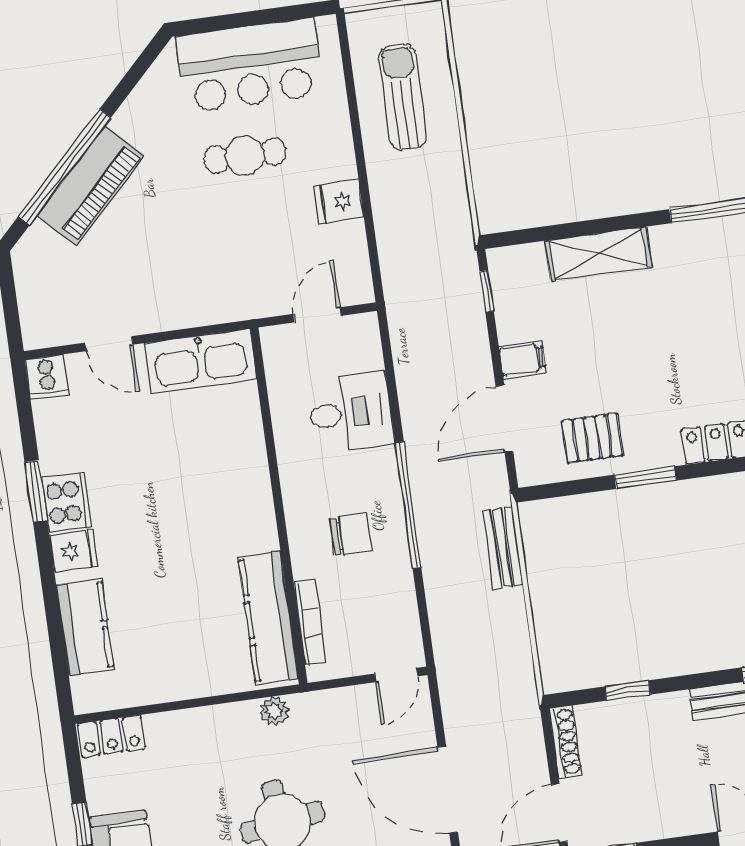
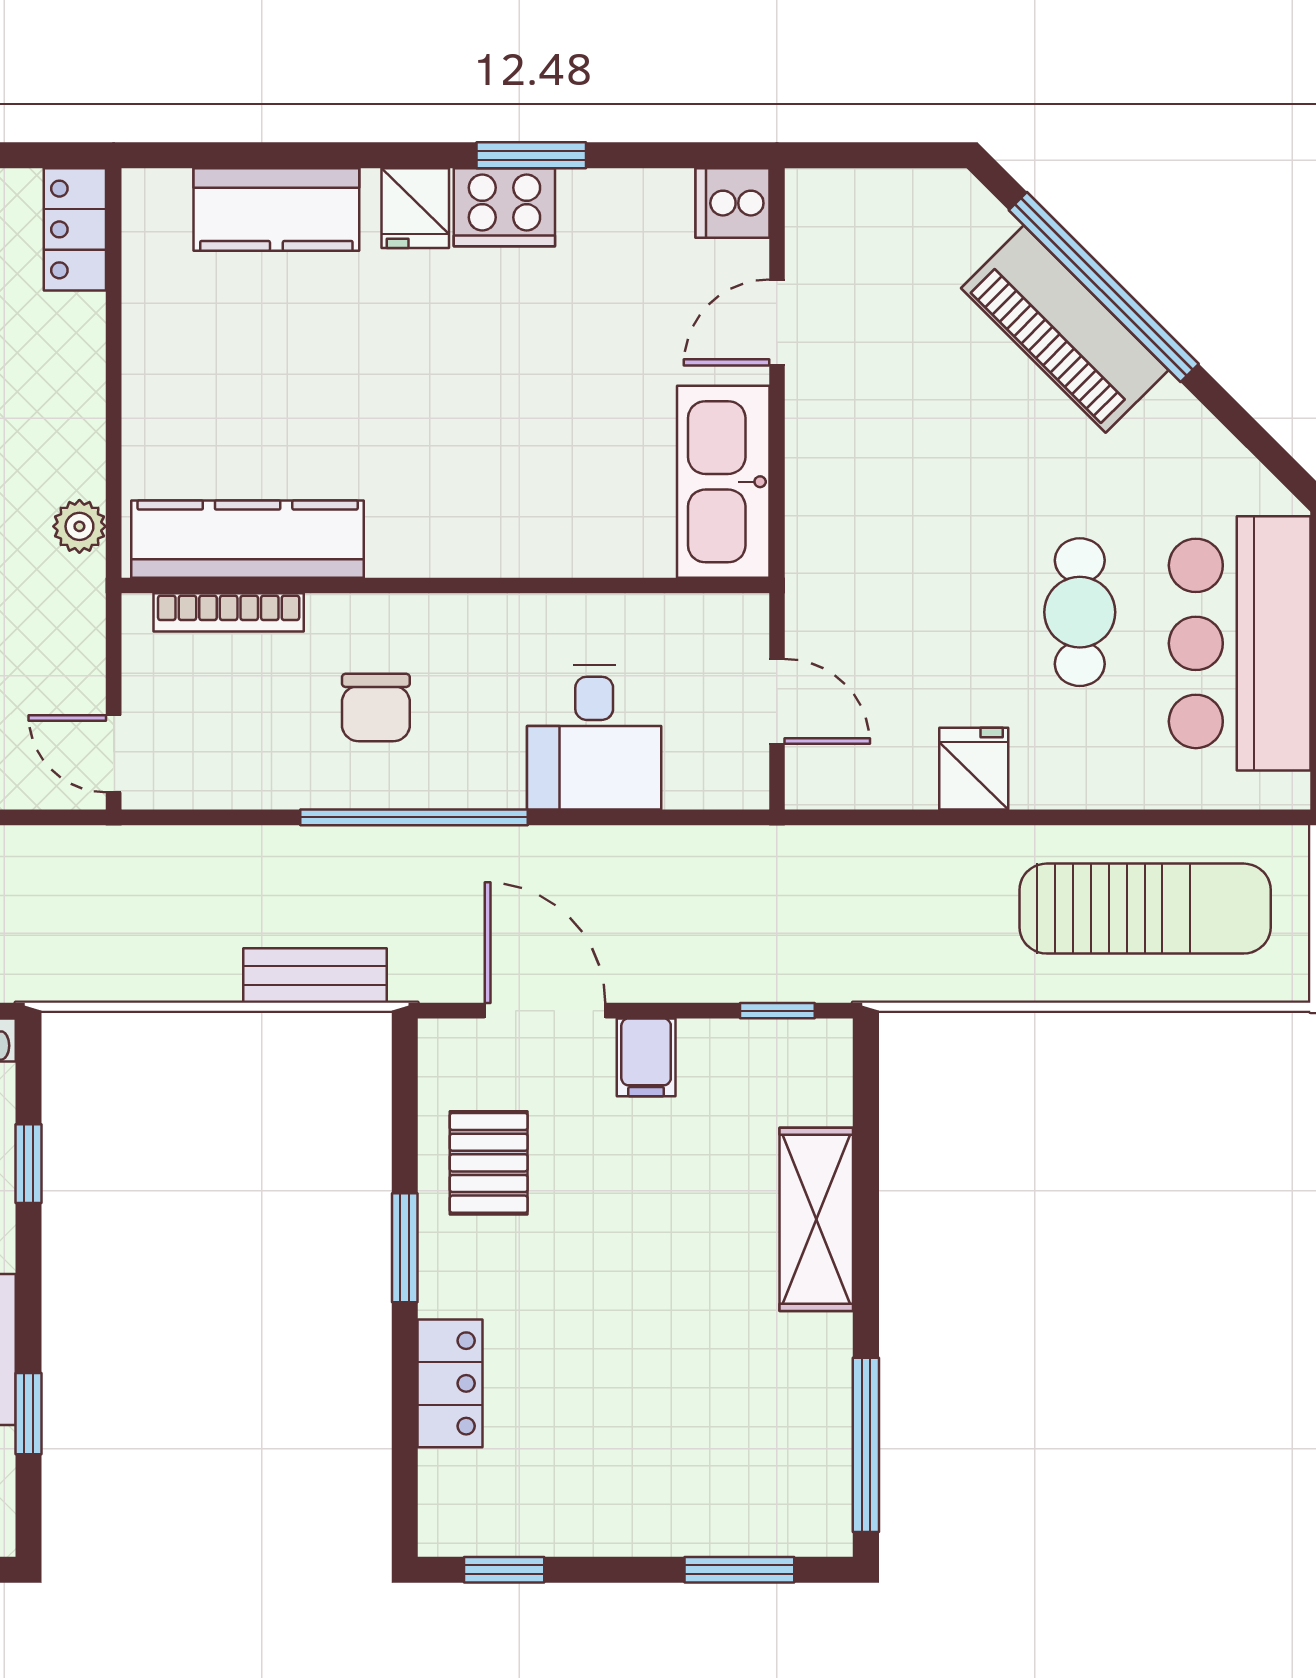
sun lounger: (403, 97) -> (1145, 909), width x1.36, depth x1.34

